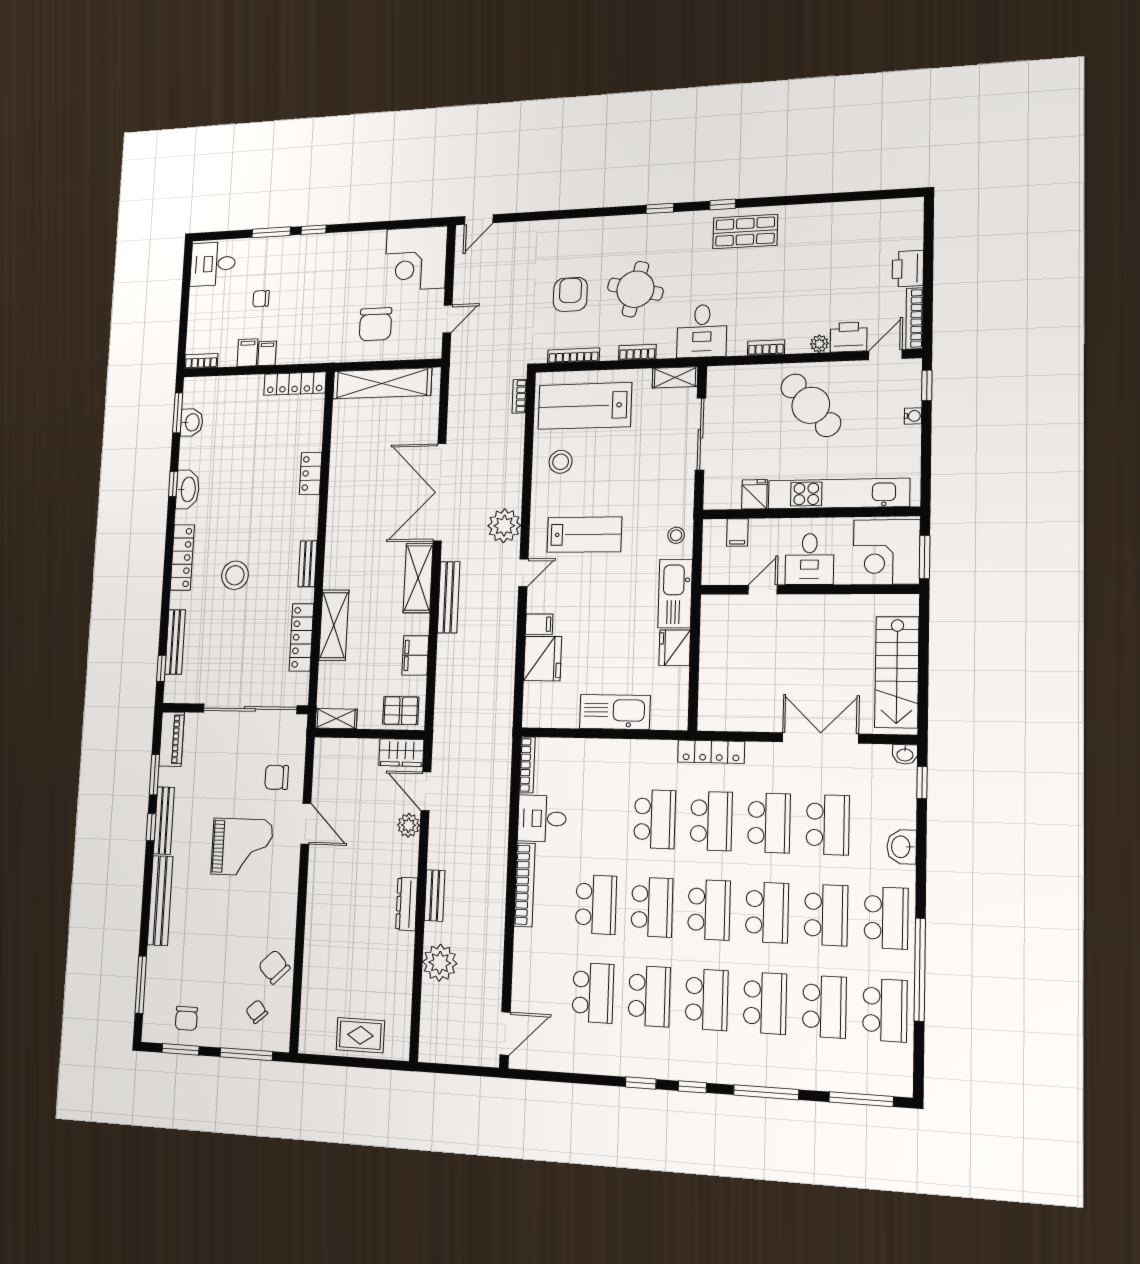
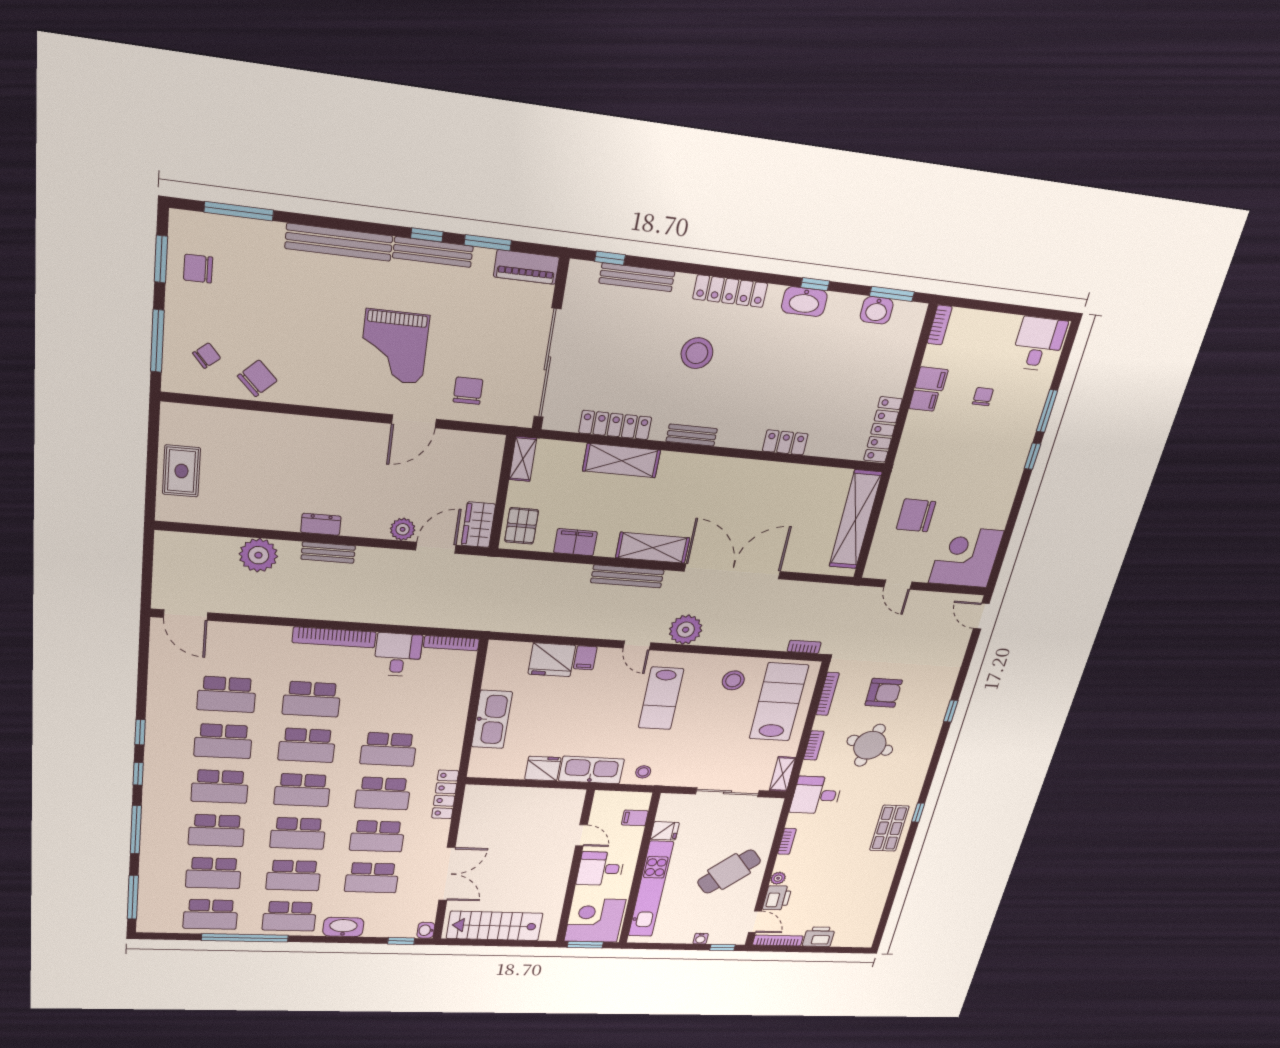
window: (660, 208) -> (951, 711), moved
washbasin: (902, 847) -> (343, 927), width x1.38
dresser: (407, 904) -> (321, 524), width x0.70

